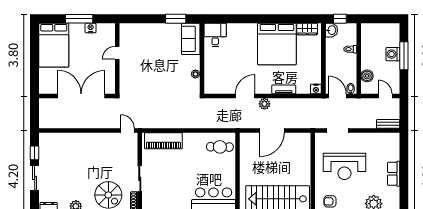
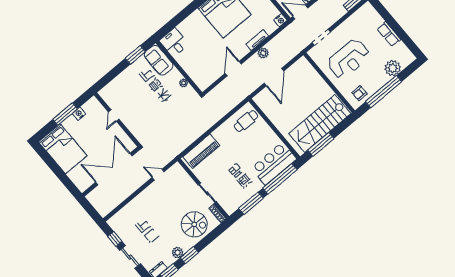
plant: (264, 104) -> (263, 53), moved
door: (128, 130) -> (158, 175), moved

